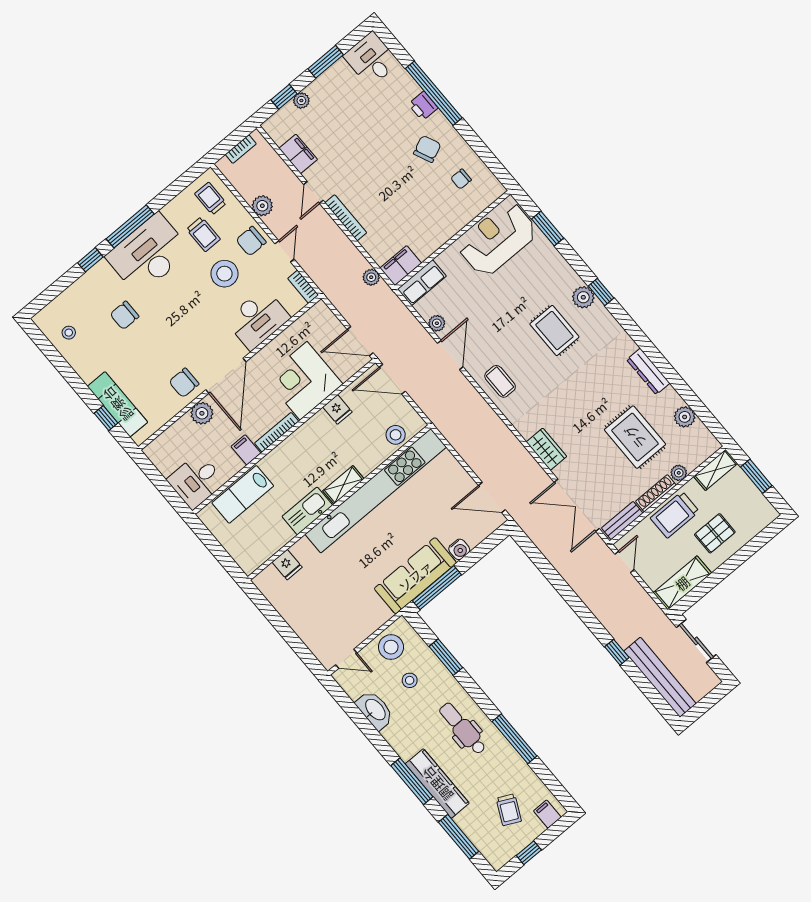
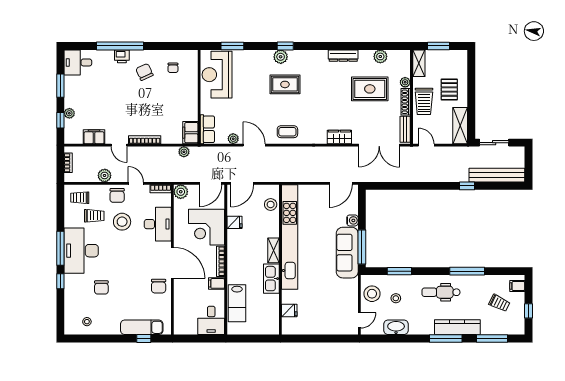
plant: (202, 413) -> (181, 192), moved

